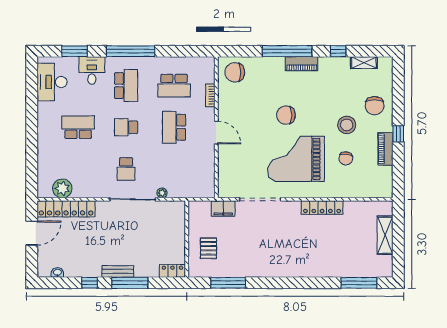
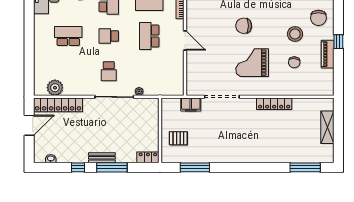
grand piano: (296, 159) -> (252, 63), width x0.73, depth x0.68
pallet: (209, 248) -> (178, 138), turned 90

